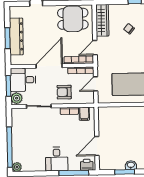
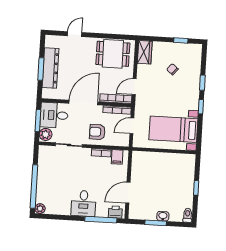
wardrobe: (102, 20) -> (145, 52), width x0.67

